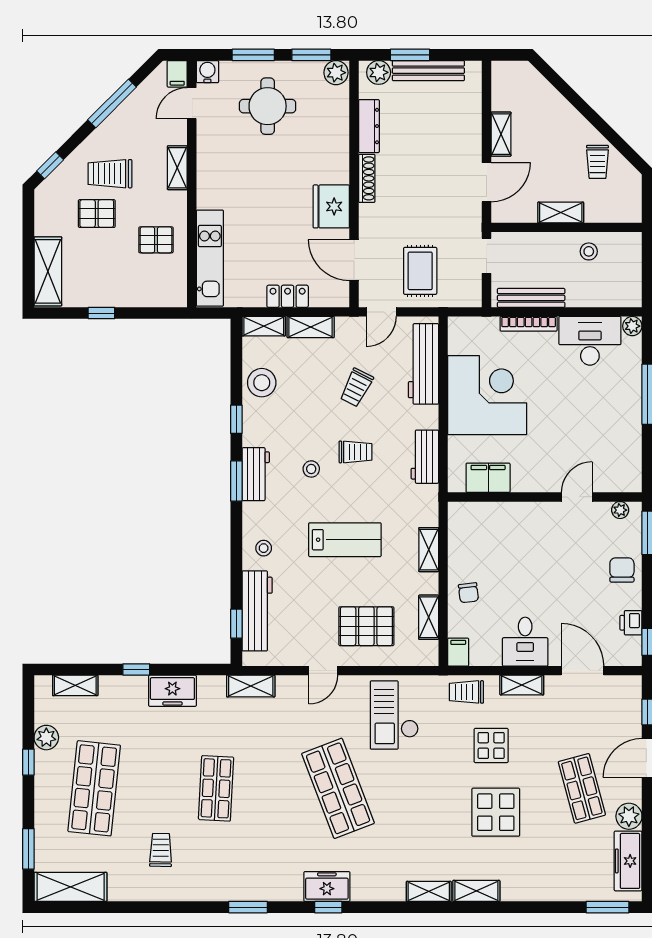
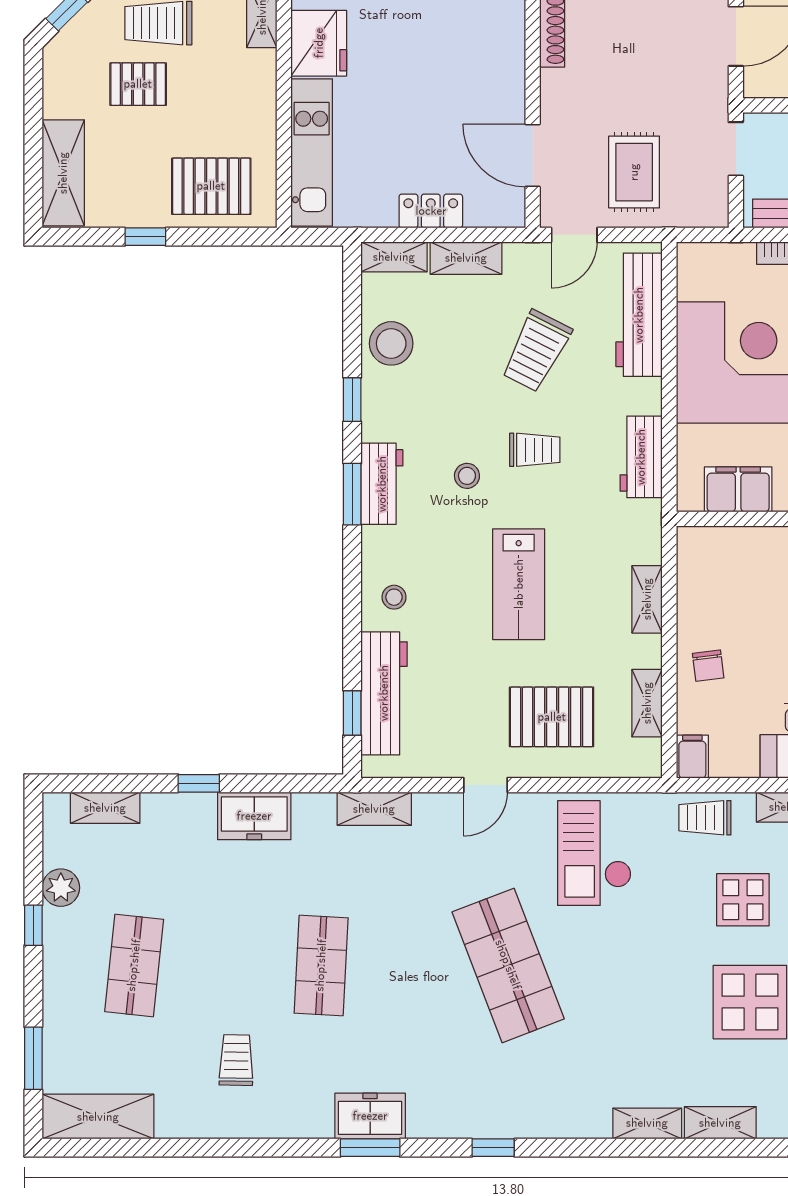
fridge: (331, 206) -> (319, 43), moved, turned 180
pallet: (156, 240) -> (211, 186), moved, width x1.50, depth x1.42
trolley: (356, 388) -> (536, 351), width x1.36, depth x1.39
lab bench: (345, 540) -> (519, 584), turned 90
shop shelf: (94, 788) -> (134, 965), width x0.70, depth x0.74
freezer: (327, 887) -> (370, 1116), moved

